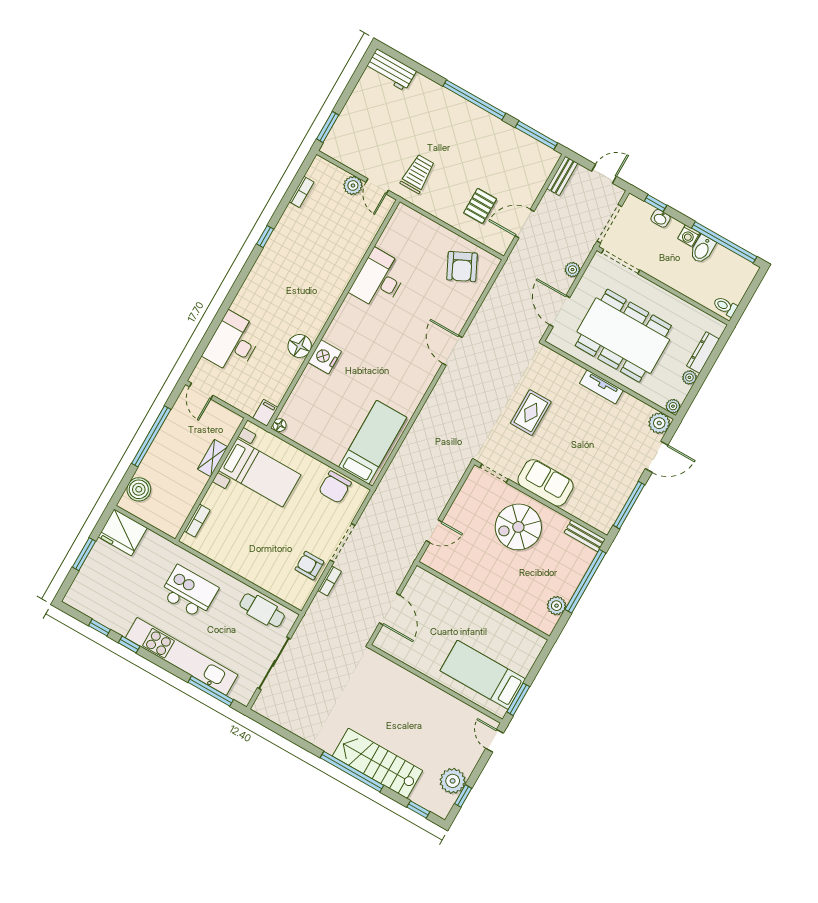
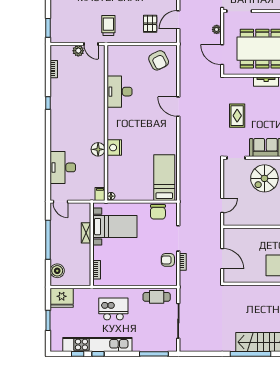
kitchen unit: (182, 656) -> (97, 344), moved

